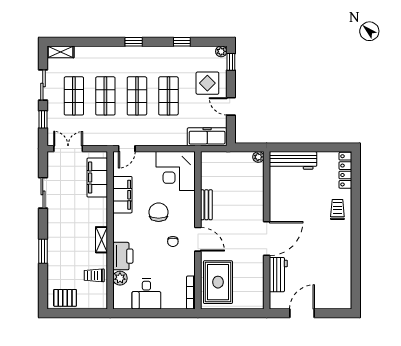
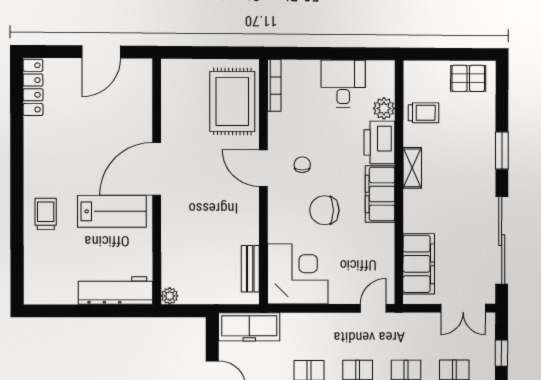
locker: (345, 170) -> (33, 87), moved
sliding door: (43, 193) -> (502, 240), width x1.86
filing cabinet: (122, 195) -> (380, 194), moved
bench: (206, 205) -> (250, 269), moved
trolley: (337, 210) -> (46, 214), turned 180
lab bench: (295, 211) -> (112, 211), added
chair: (159, 212) -> (324, 210), turned 90
workbench: (278, 275) -> (138, 113), removed

